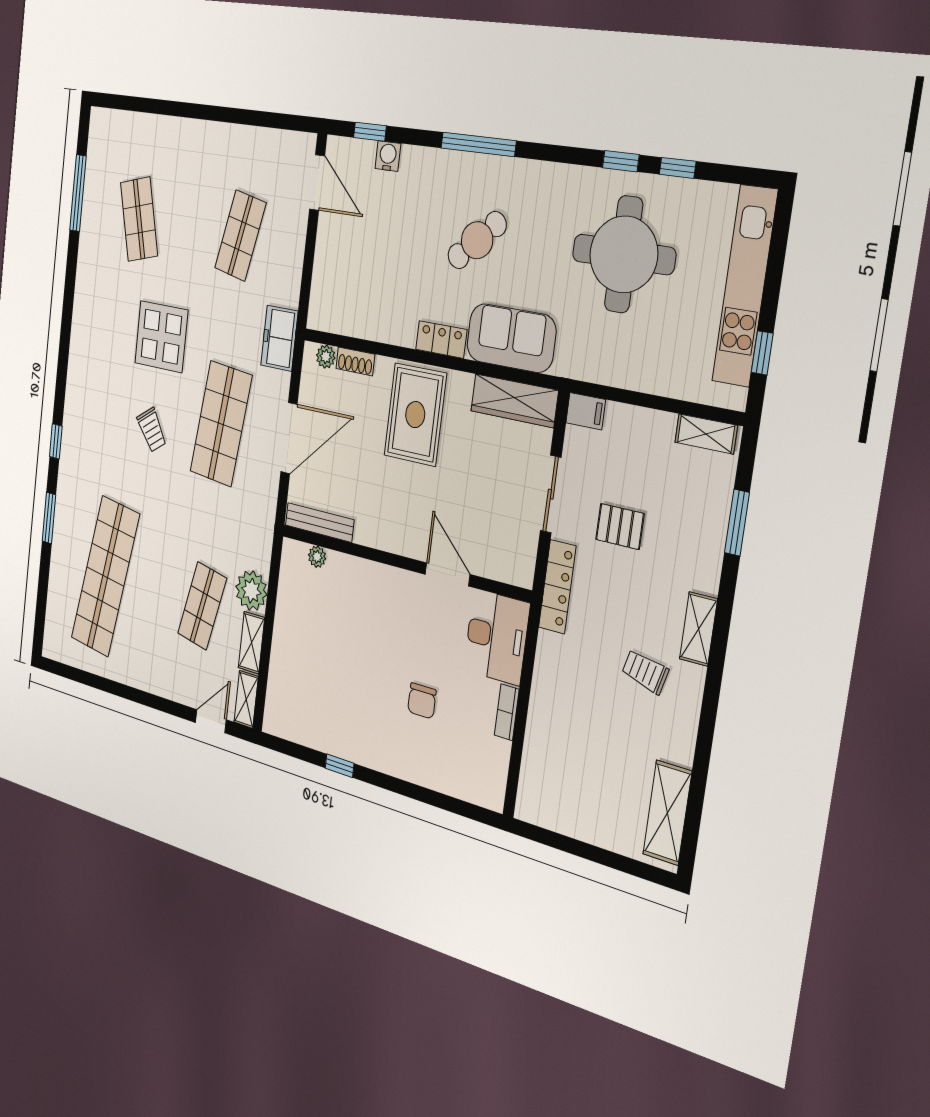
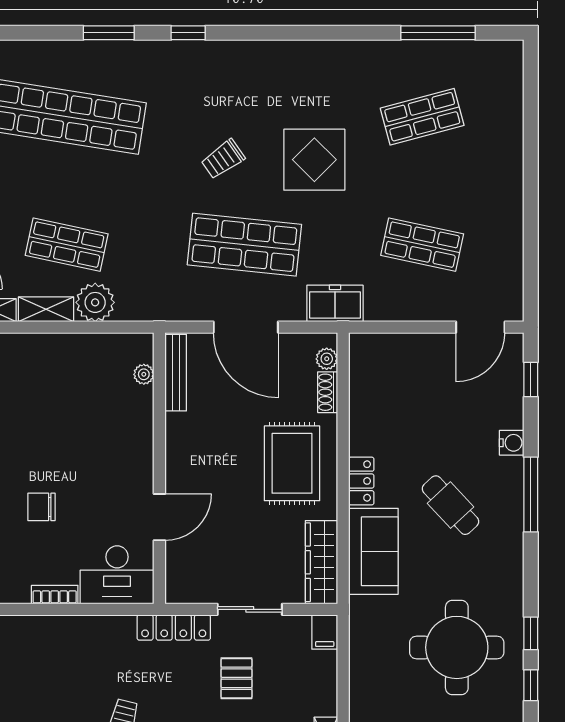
water cooler: (388, 156) -> (512, 443), moved
rug: (415, 415) -> (292, 463), turned 90

